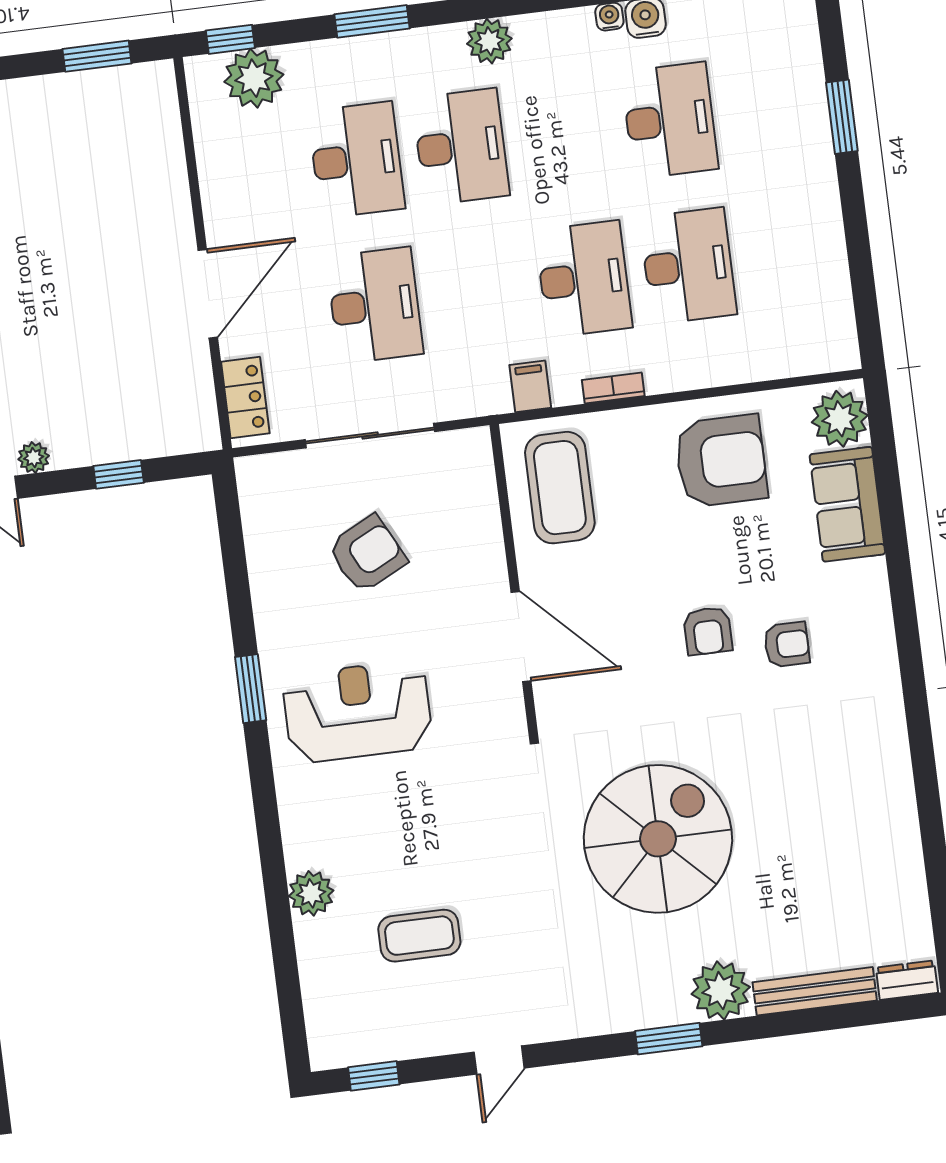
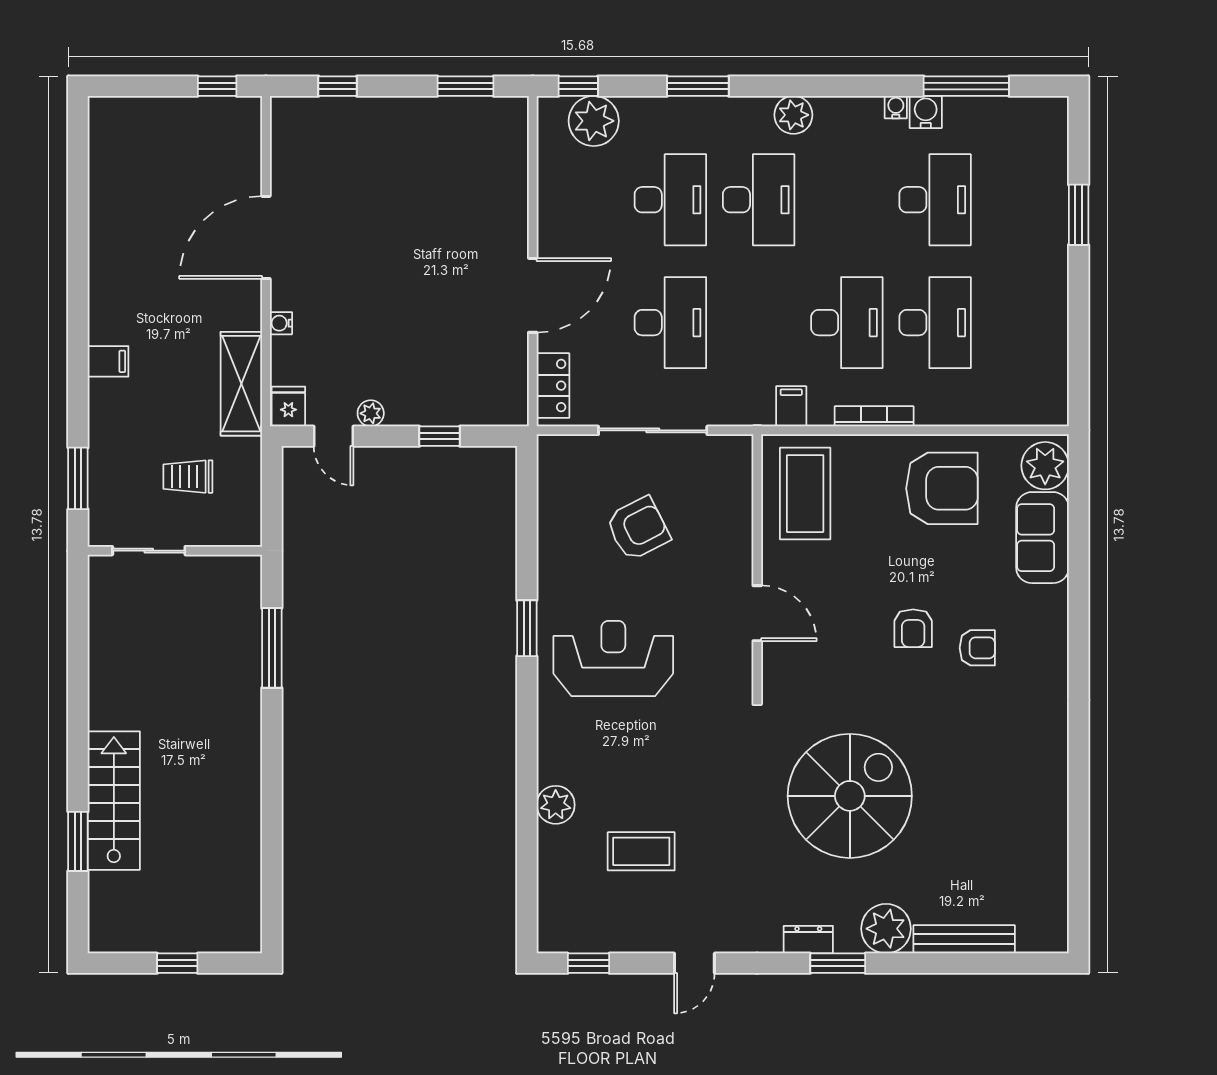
bookcase: (613, 388) -> (874, 416), width x1.56
door: (521, 637) -> (757, 613), width x0.73
dresser: (907, 980) -> (808, 940), moved

